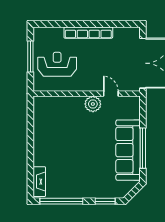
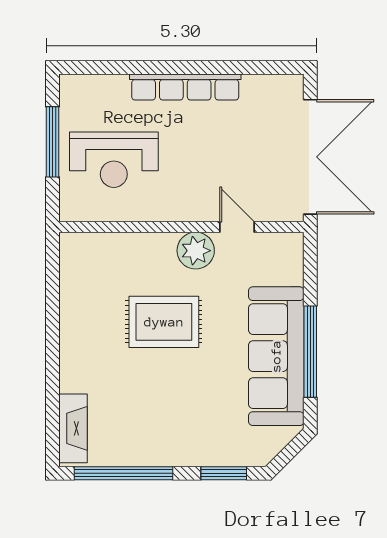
reception desk: (57, 64) -> (114, 160), turned 180
rug: (79, 135) -> (164, 322), added

